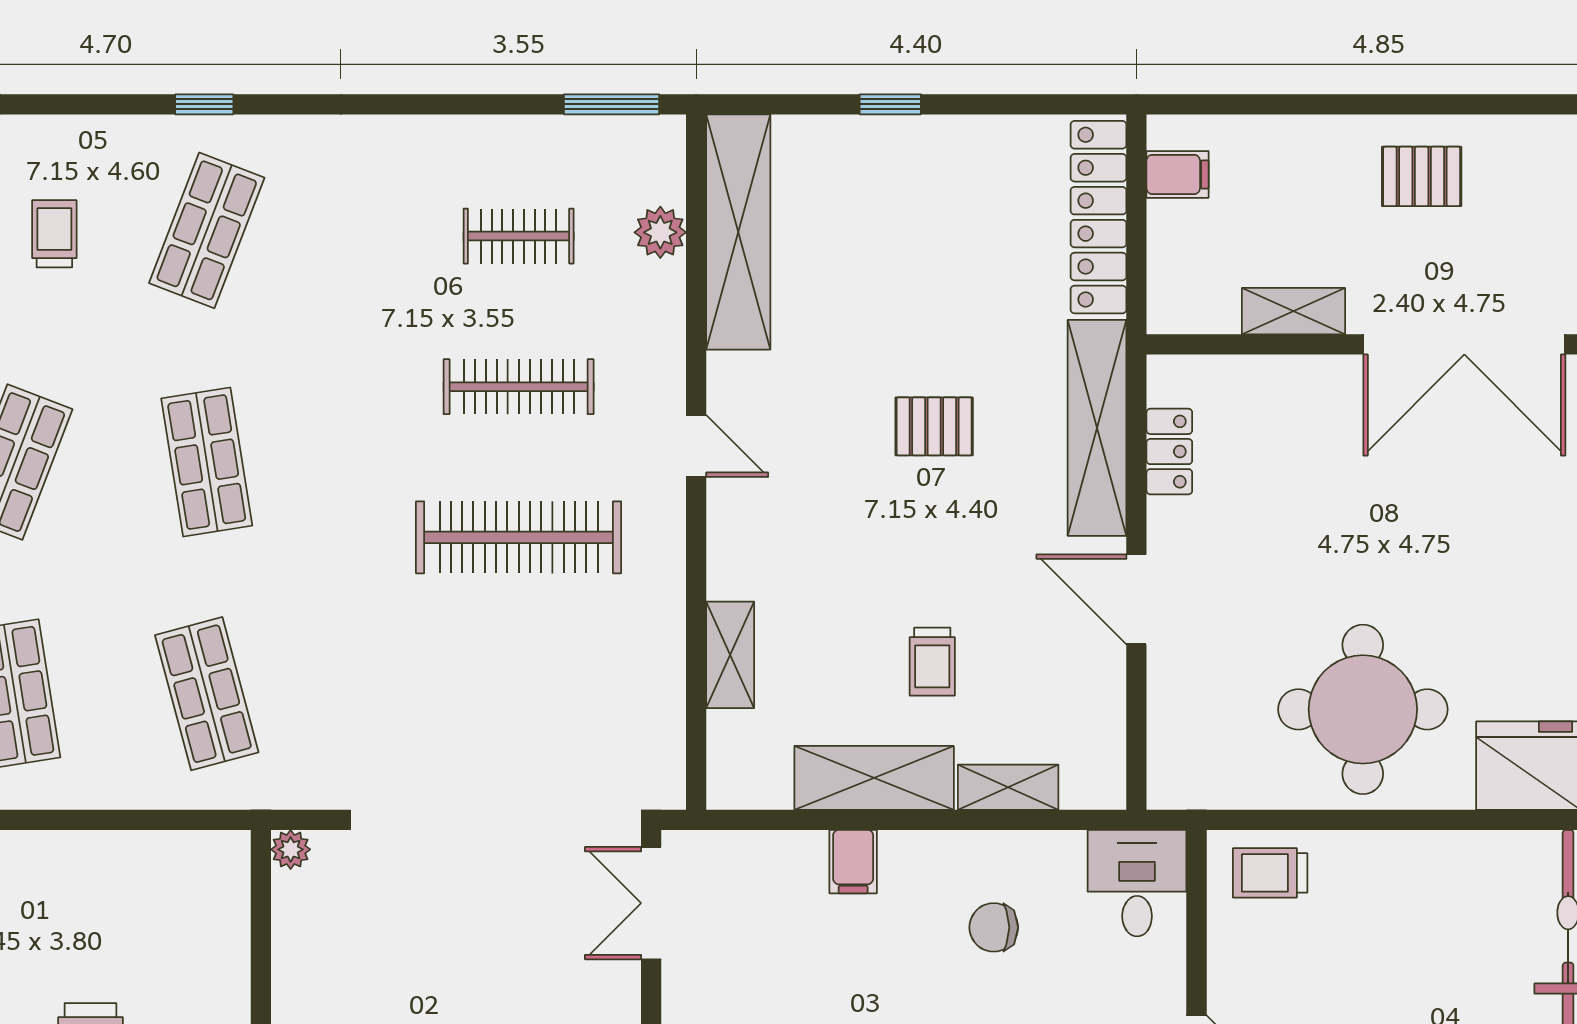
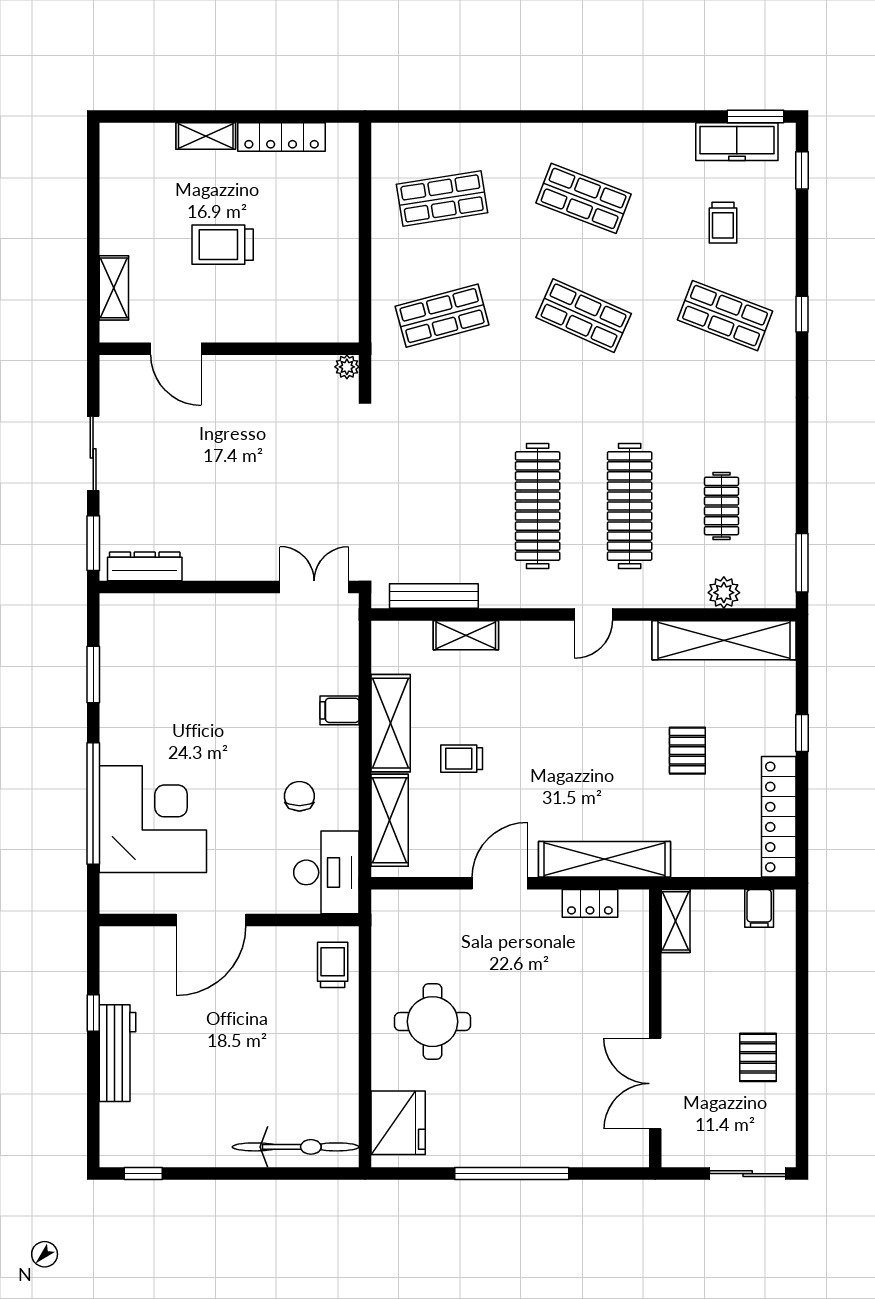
locker: (1098, 217) -> (779, 817), moved, turned -90
trolley: (54, 234) -> (723, 223), turned 90
shelving: (1293, 311) -> (676, 921), moved
double door: (1464, 344) -> (655, 1084), width x0.73
clothes rail: (519, 387) -> (630, 506), width x1.37, depth x1.31
pallet: (934, 426) -> (687, 751), moved
shop shelf: (207, 462) -> (584, 316), turned 33
bench: (666, 707) -> (434, 596), added
round table: (1363, 709) -> (432, 1022), width x0.73, depth x0.73
shelving: (1008, 787) -> (390, 820), width x1.50, depth x1.33
desk: (1137, 883) -> (326, 872), width x1.37

